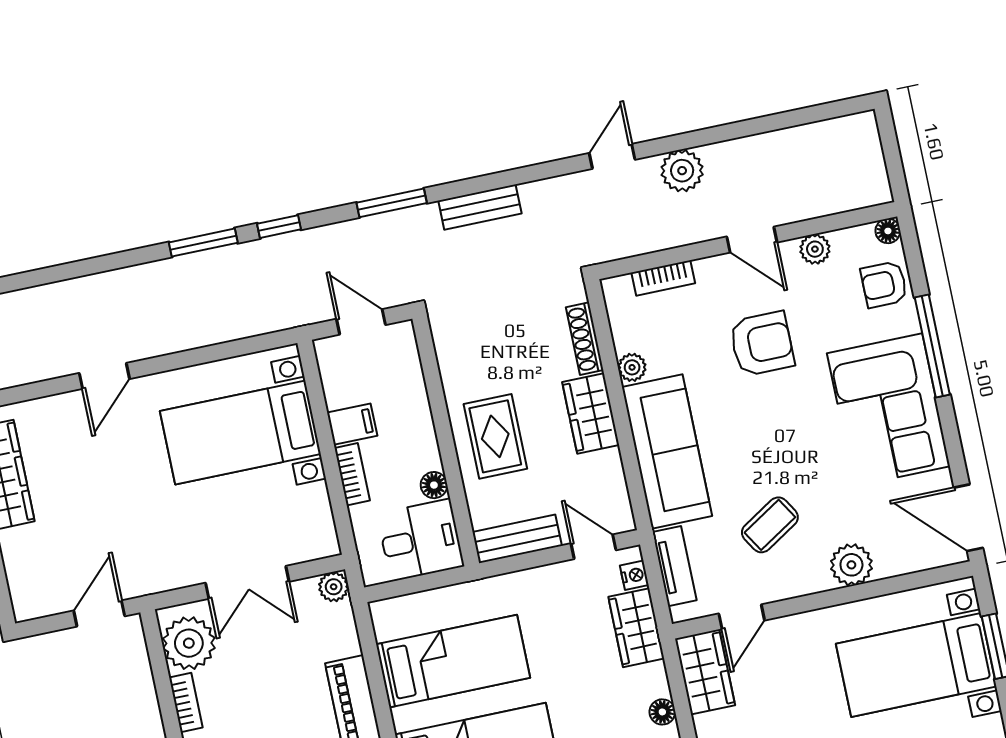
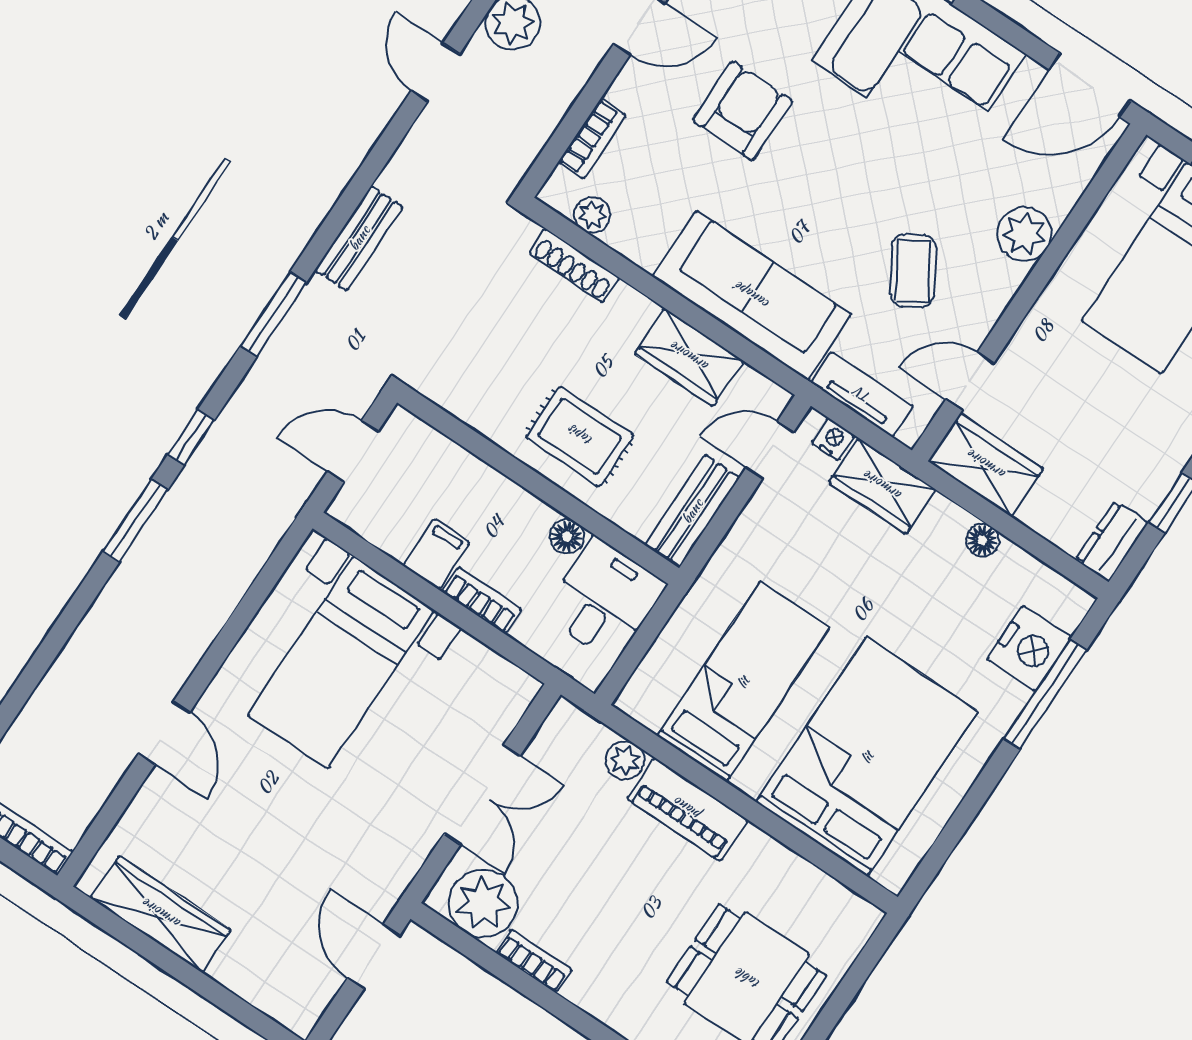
plant: (632, 367) -> (592, 215), moved
wardrobe: (591, 414) -> (689, 357), moved
plant: (334, 587) -> (625, 760), moved
door: (742, 617) -> (970, 381), swing flipped

